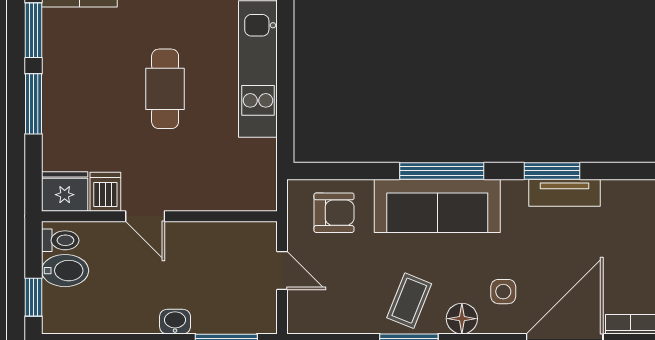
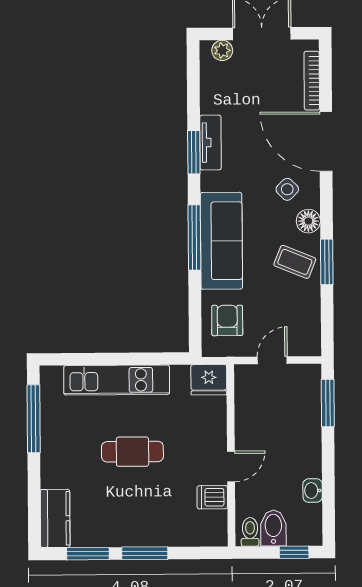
fridge: (65, 192) -> (209, 380), moved, turned -90
side table: (503, 292) -> (287, 189), turned 45
washbasin: (175, 322) -> (313, 490), moved

